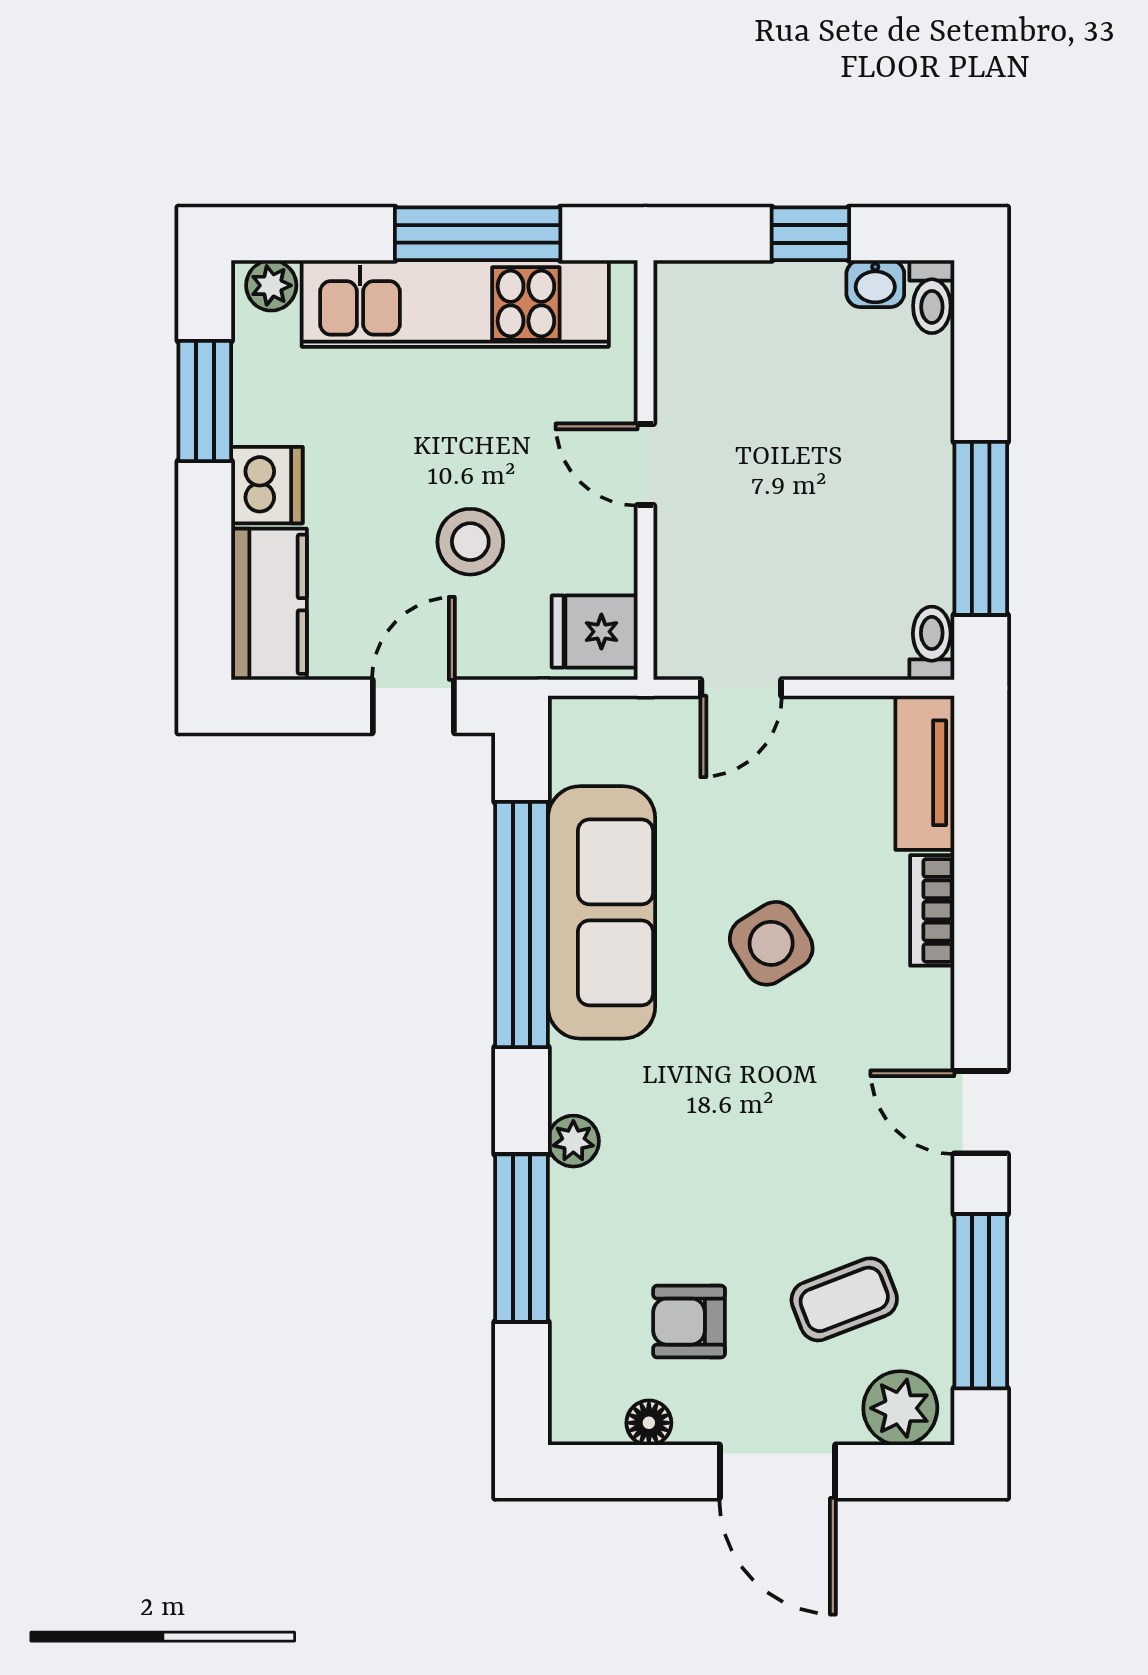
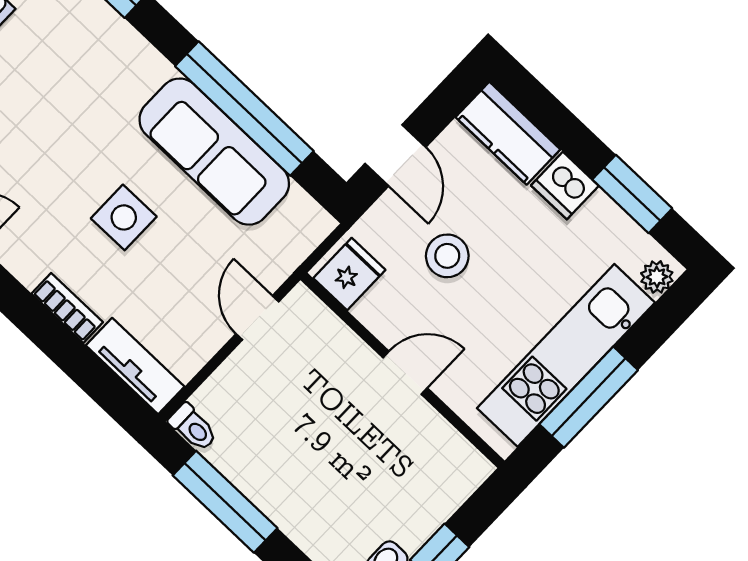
side table: (771, 943) -> (124, 217), turned 32
plant: (573, 1141) -> (119, 36), removed

